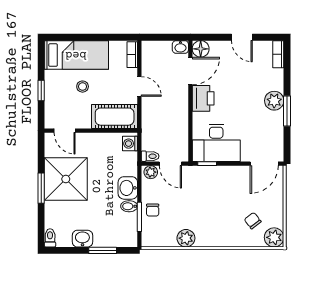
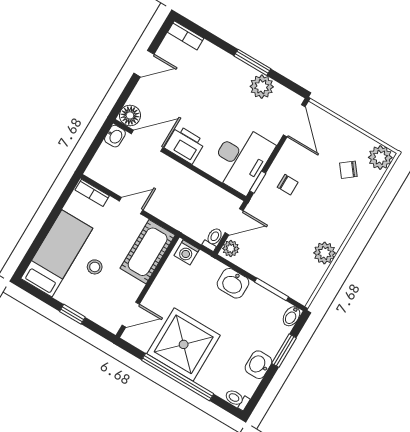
door: (190, 71) -> (147, 141), hinge flipped
plant: (274, 101) -> (262, 87), moved
window: (41, 188) -> (178, 377), width x2.11
bidet: (129, 206) -> (291, 316), moved
chair: (153, 210) -> (288, 185), moved

